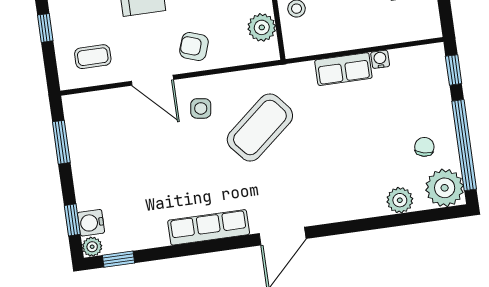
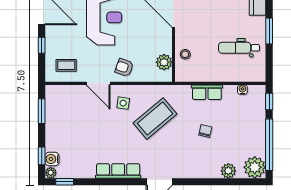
water cooler: (380, 59) -> (242, 90), moved
chair: (424, 147) -> (205, 131), moved

